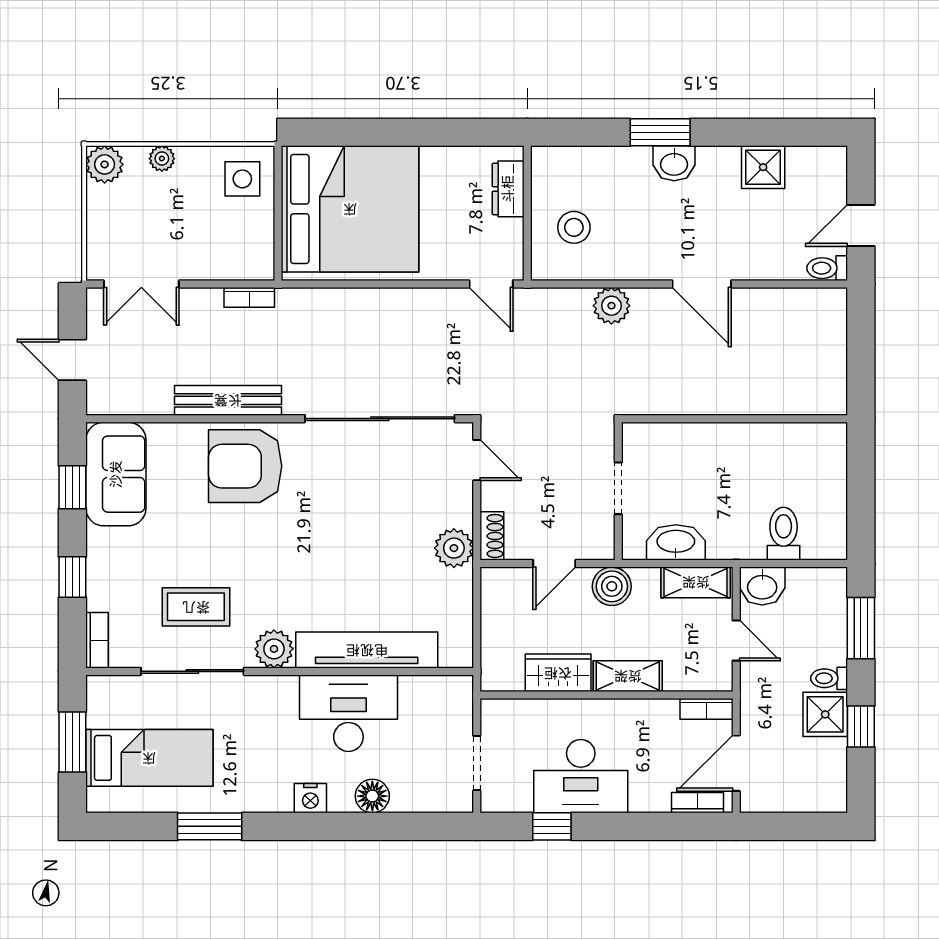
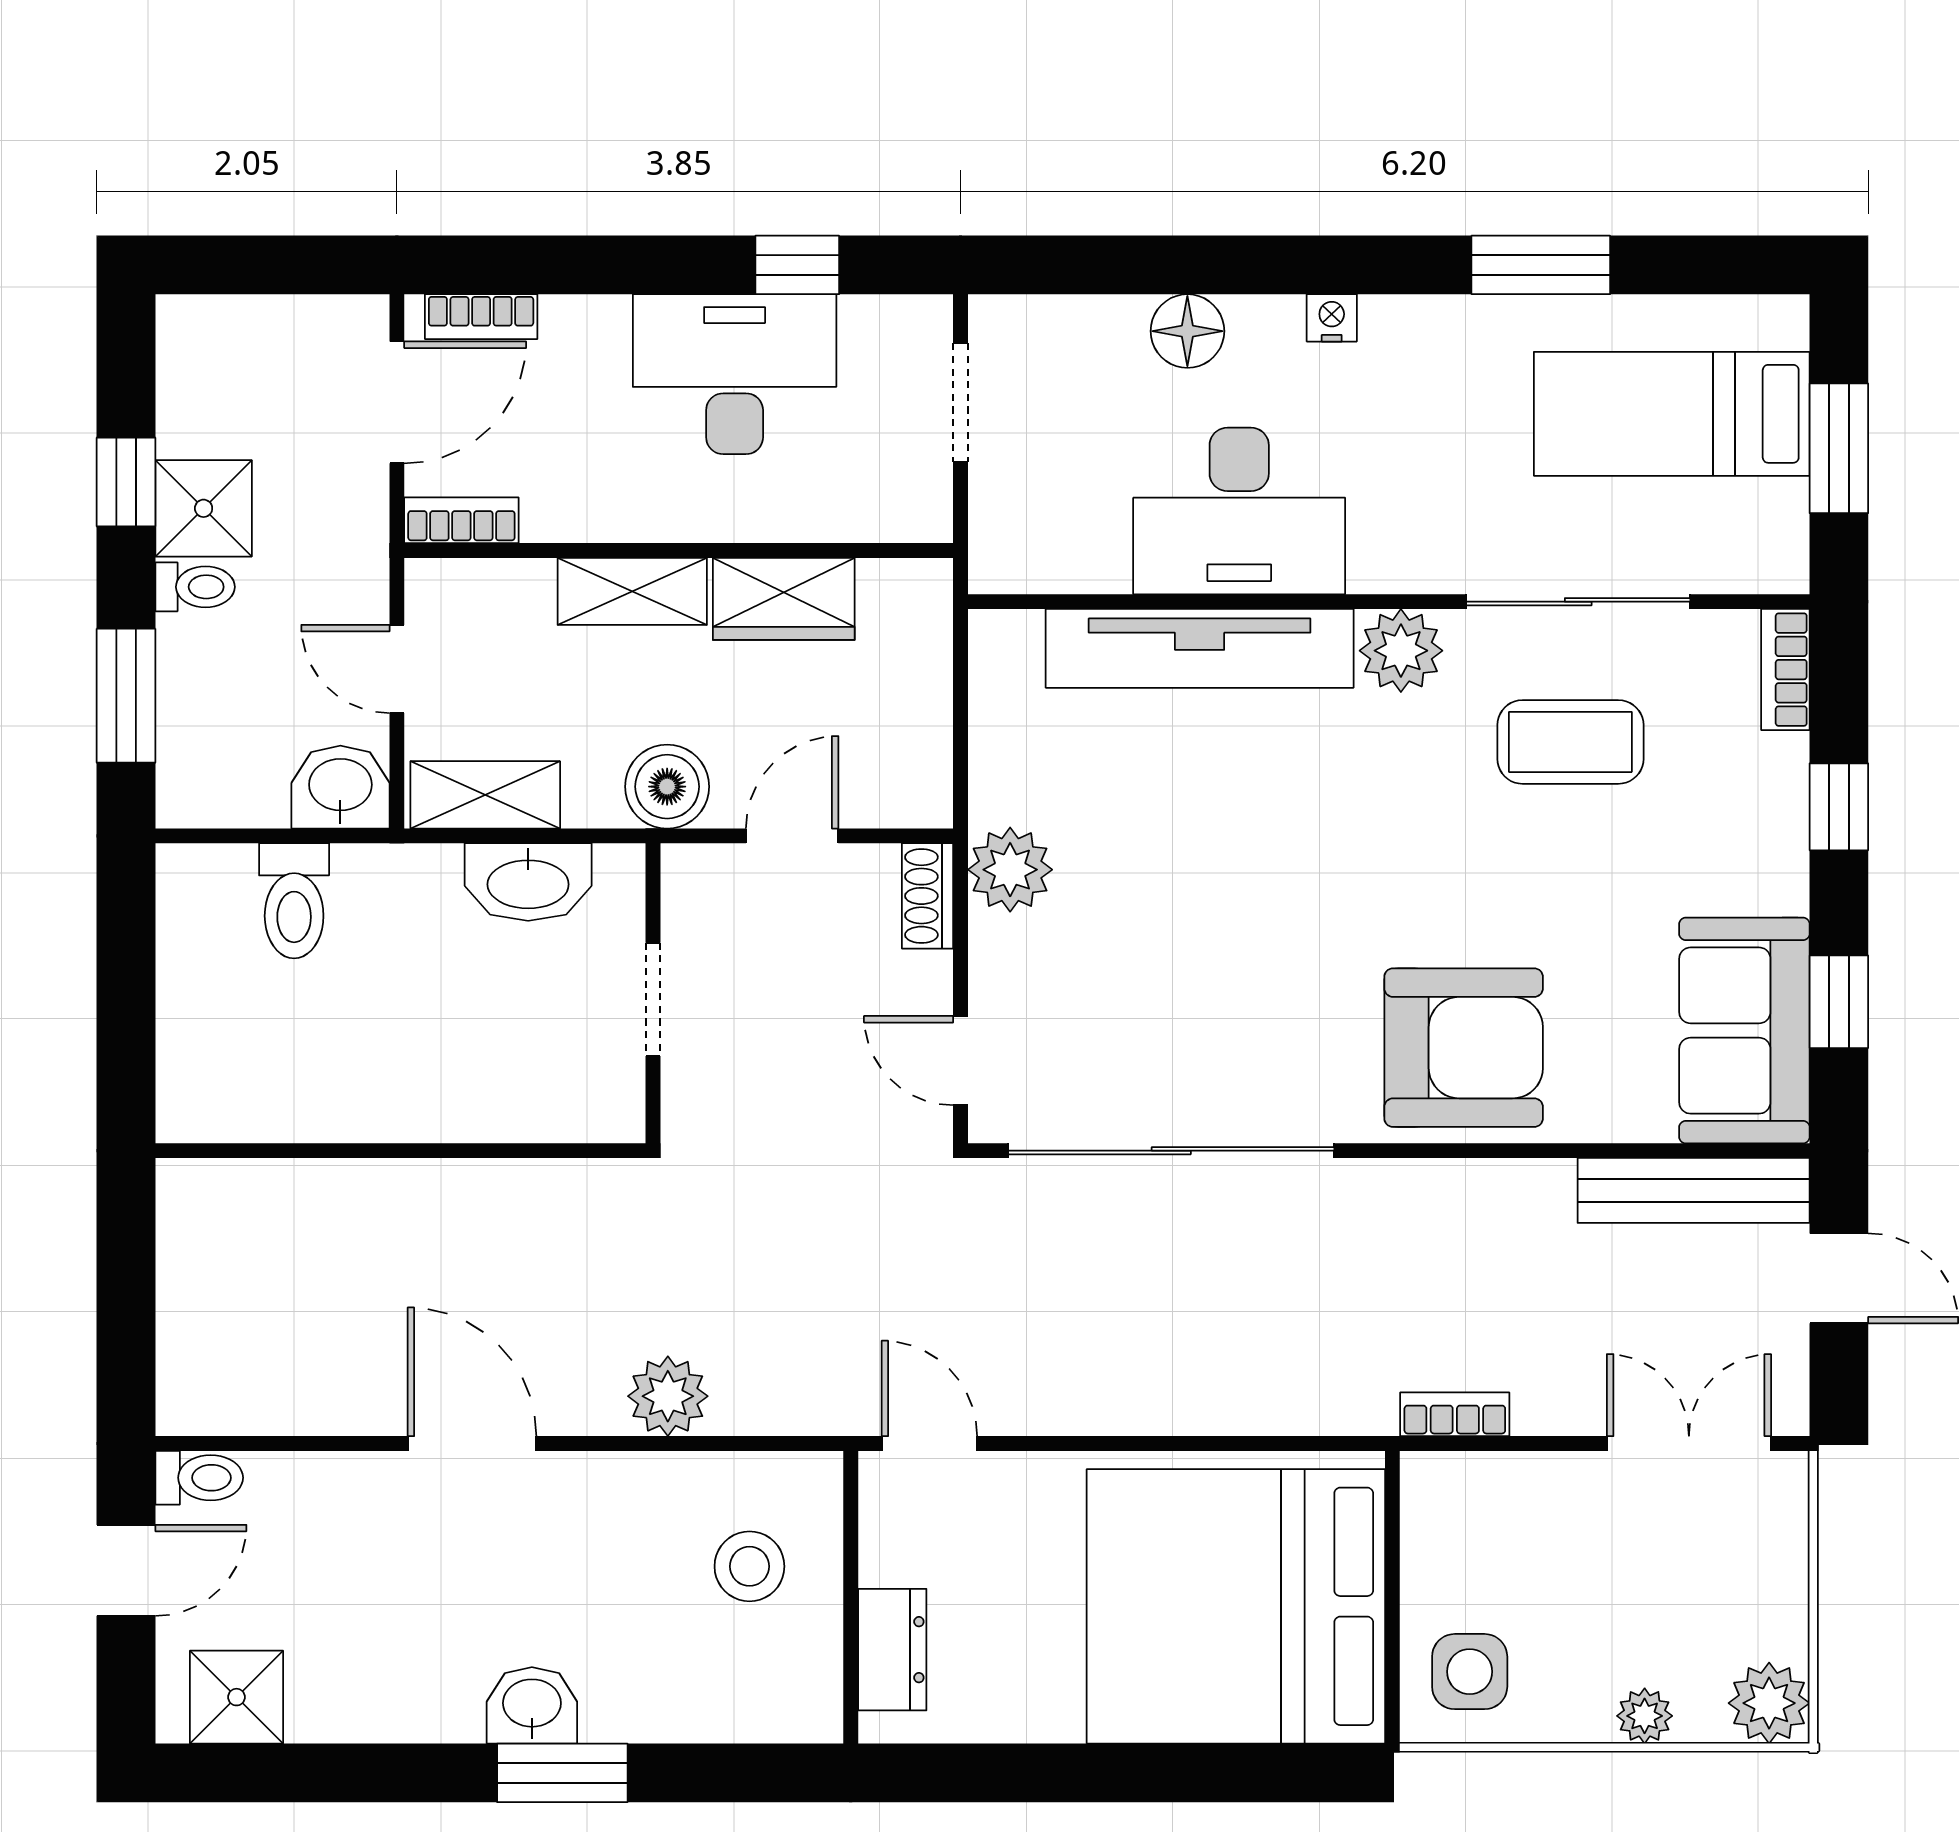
shower: (763, 167) -> (237, 1697), moved
bench: (228, 400) -> (1694, 1190), moved
nightstand: (310, 798) -> (1332, 318), width x0.72, depth x0.74

